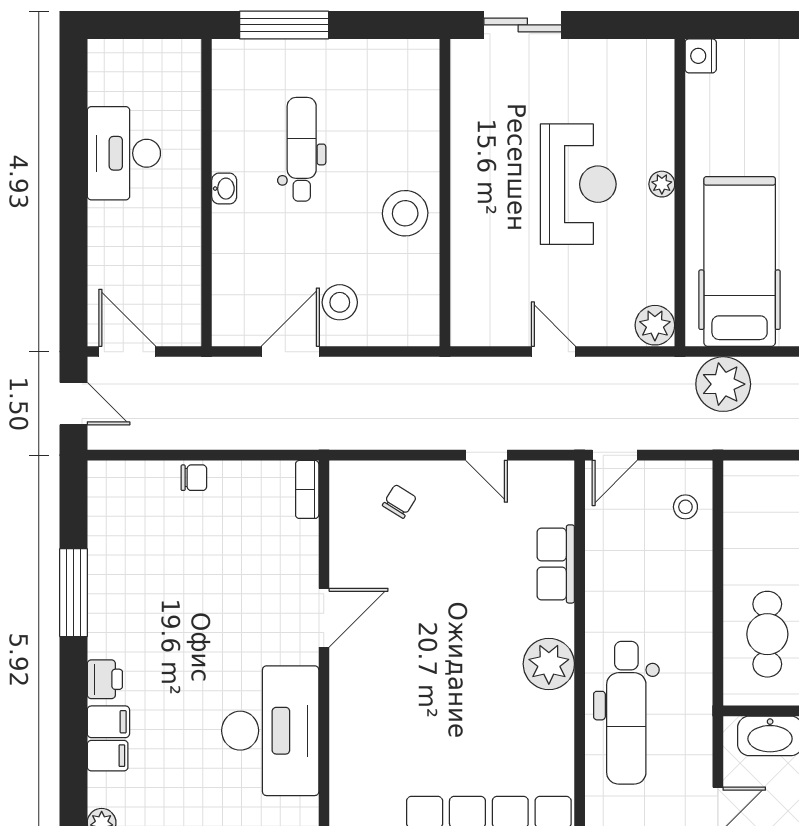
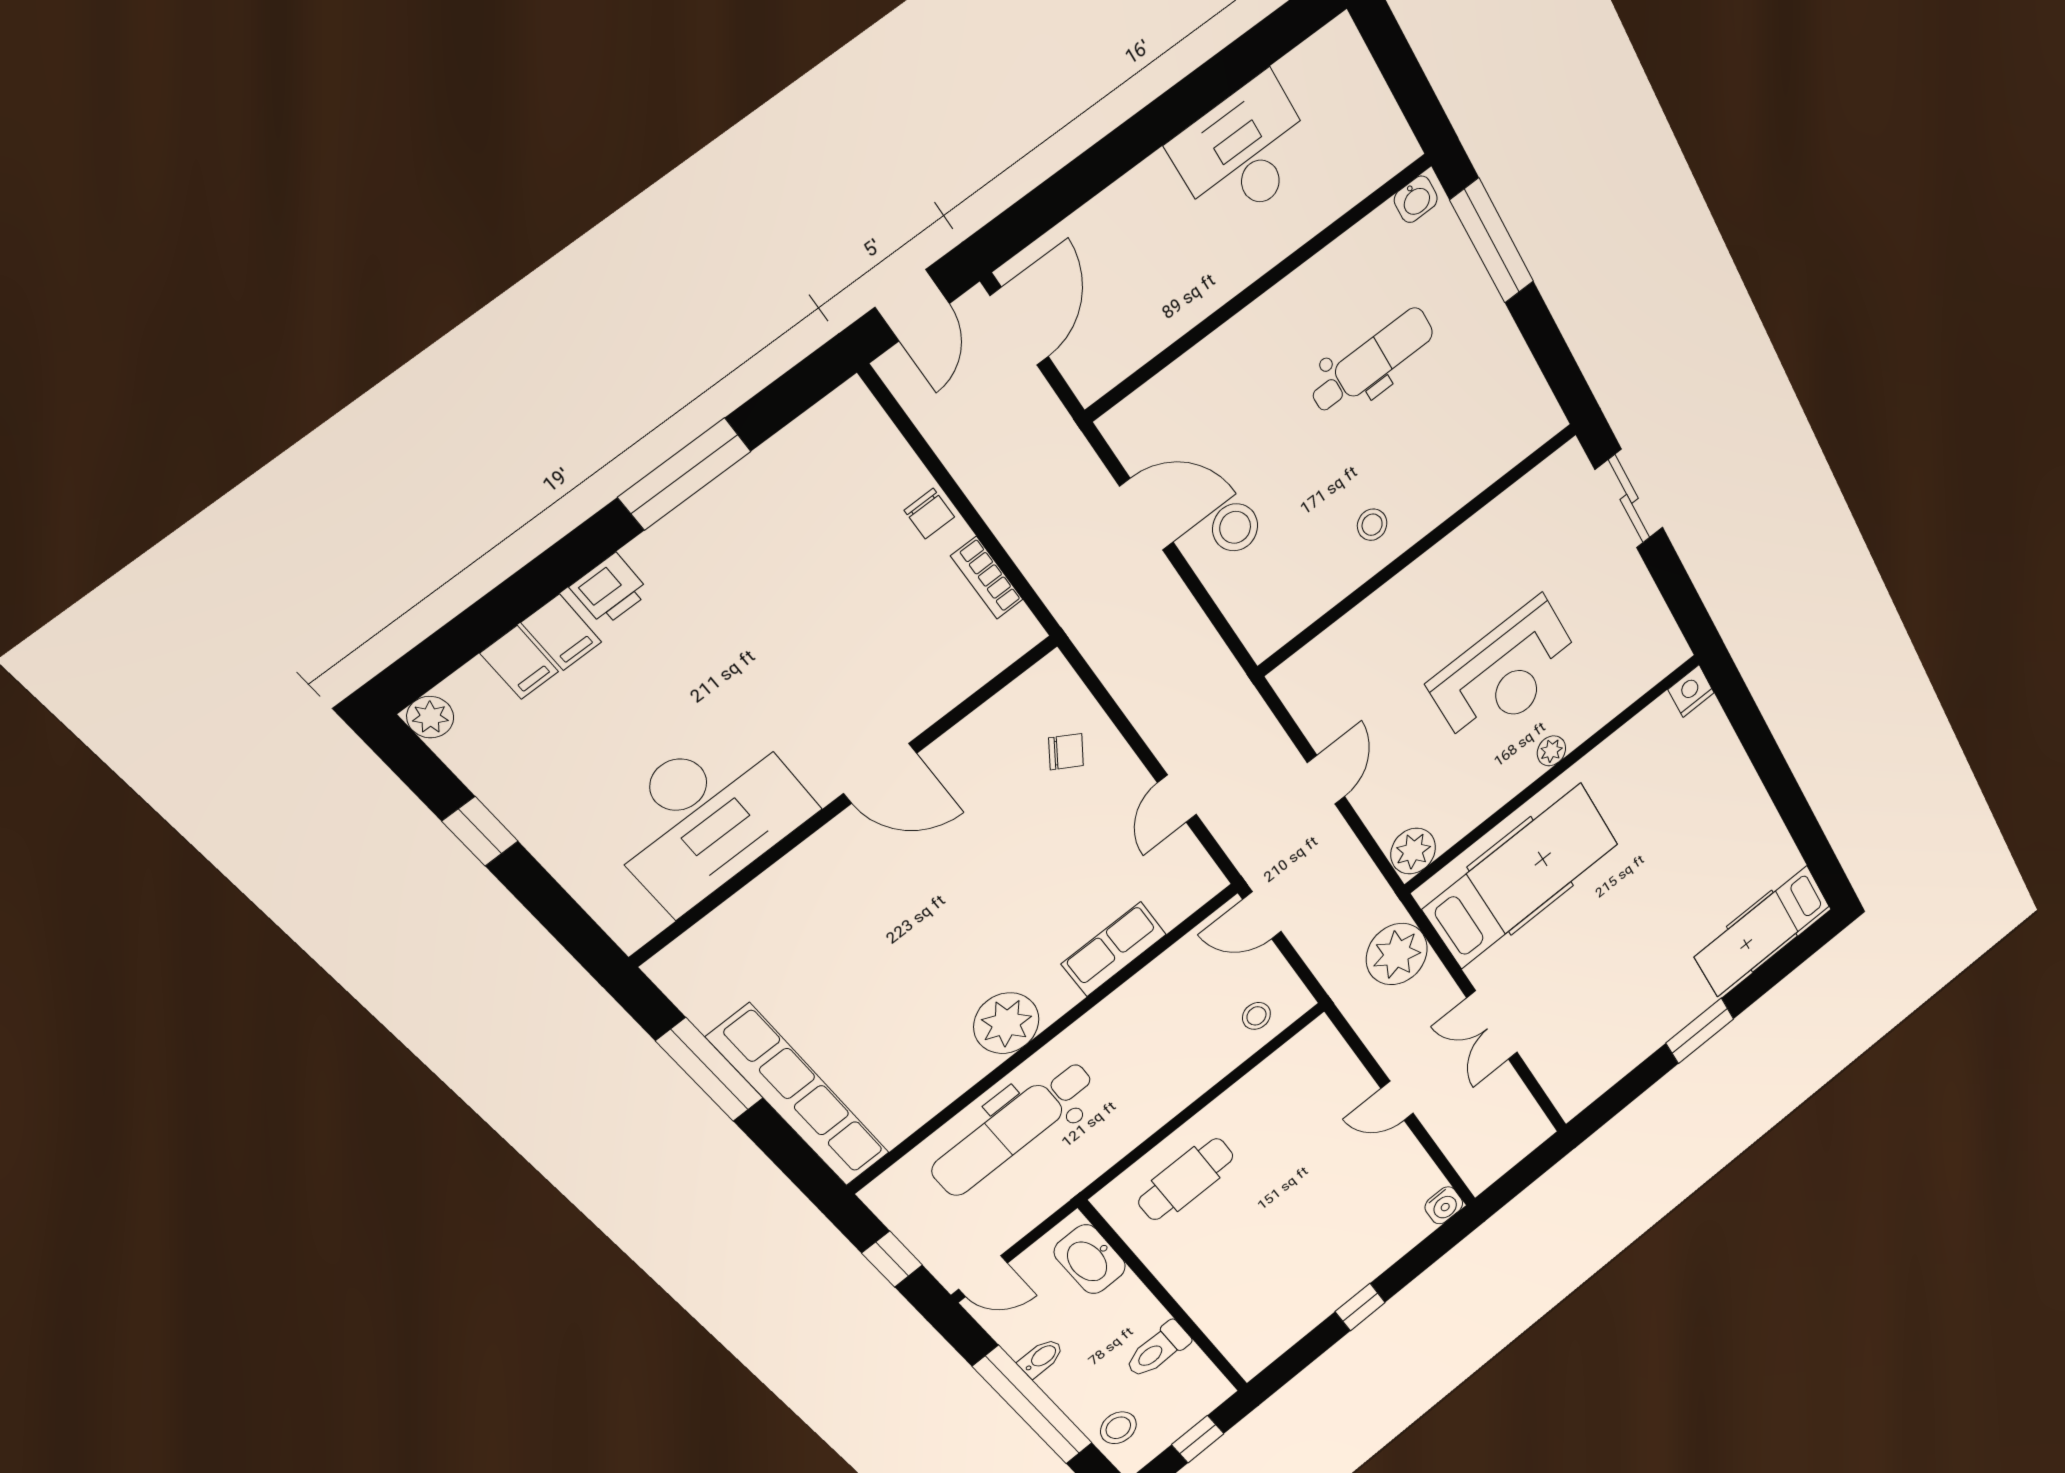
washbasin: (224, 189) -> (1416, 199), moved
stool: (405, 213) -> (1372, 525), width x0.53, depth x0.53
bookcase: (307, 489) -> (987, 578), moved, turned -90

